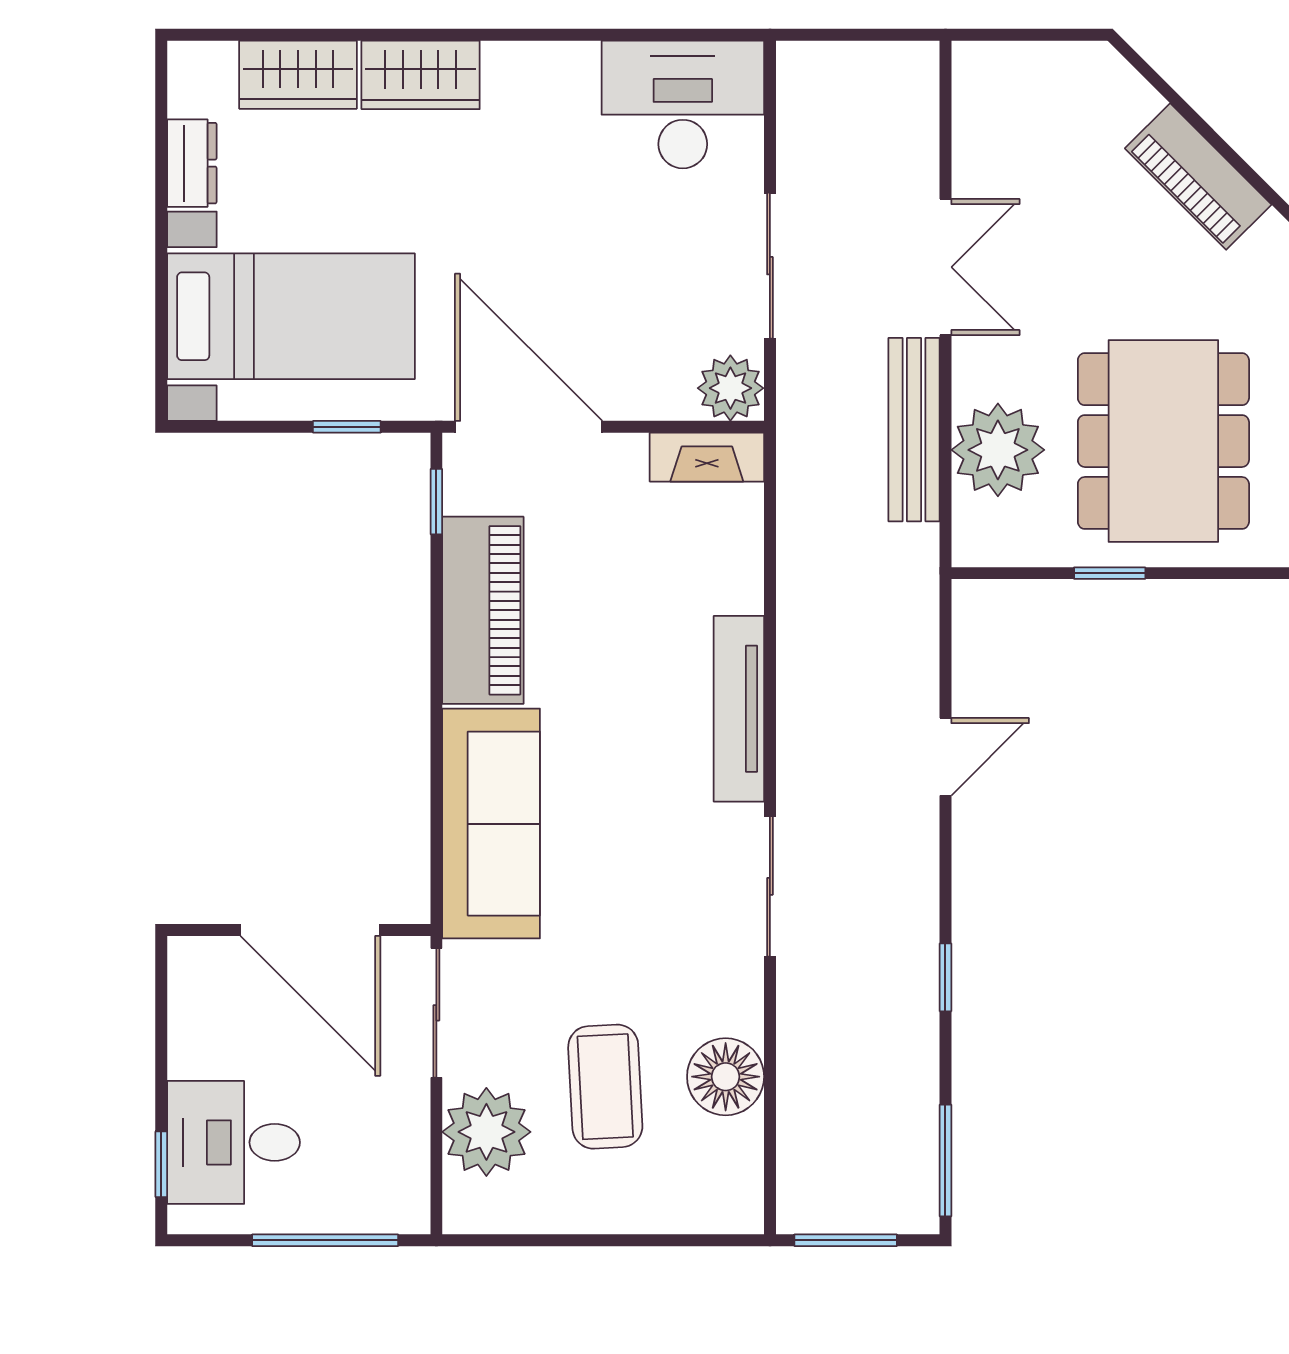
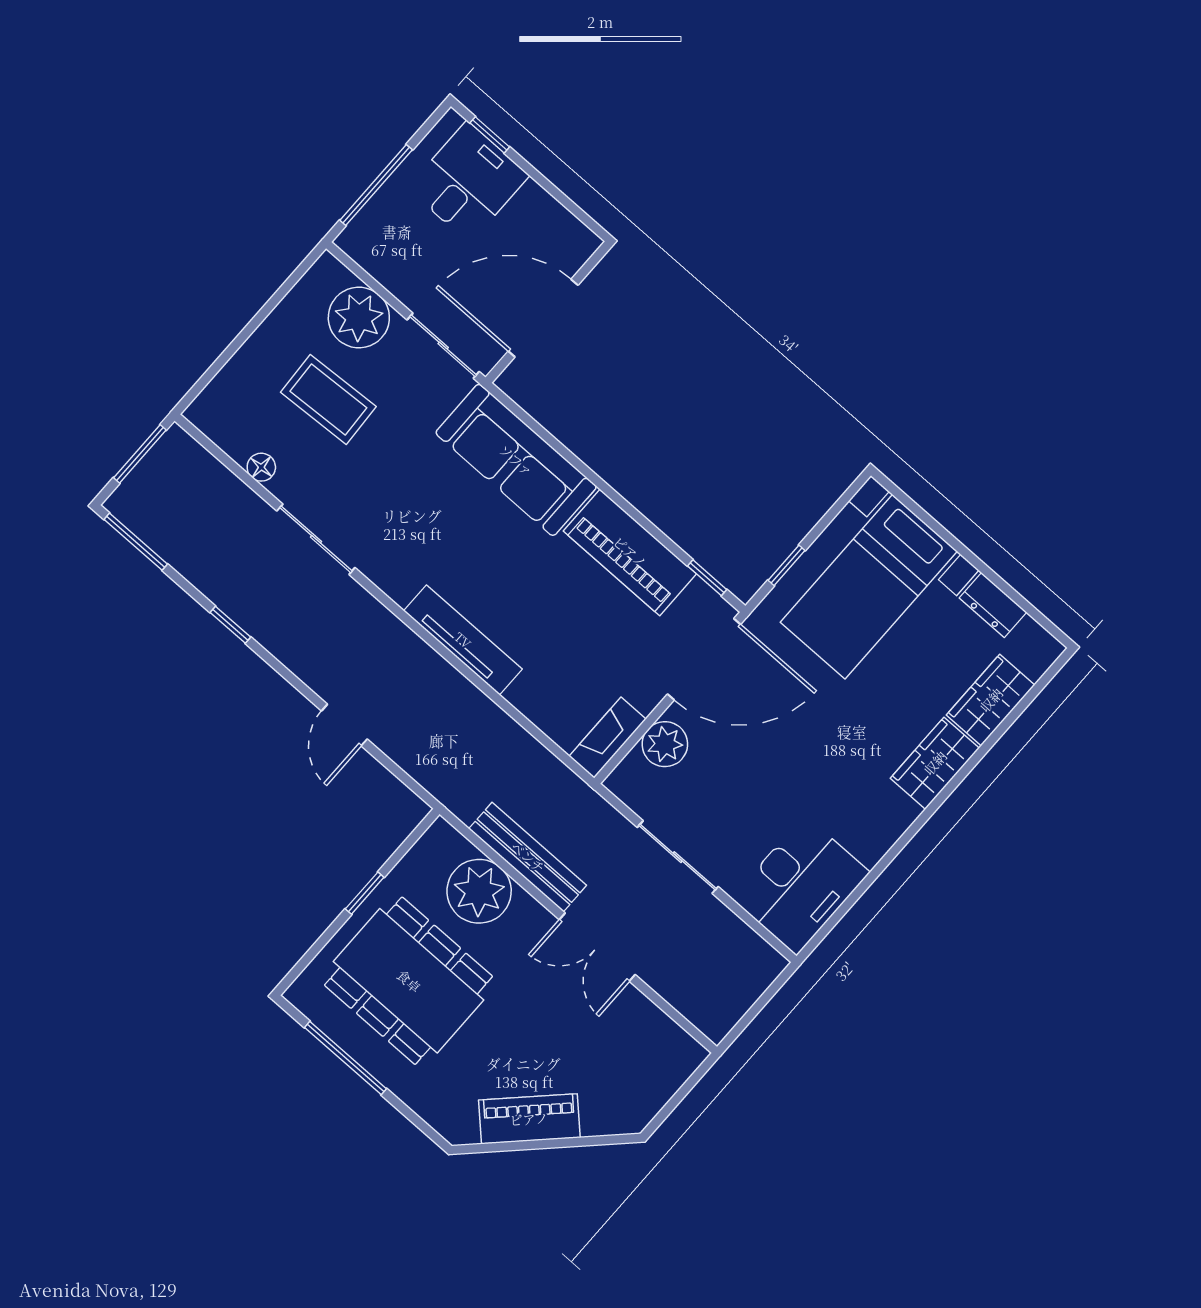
plant: (730, 388) -> (665, 744), moved
sliding door: (770, 886) -> (316, 539), moved
floor lamp: (726, 1077) -> (261, 467), width x0.53, depth x0.53

